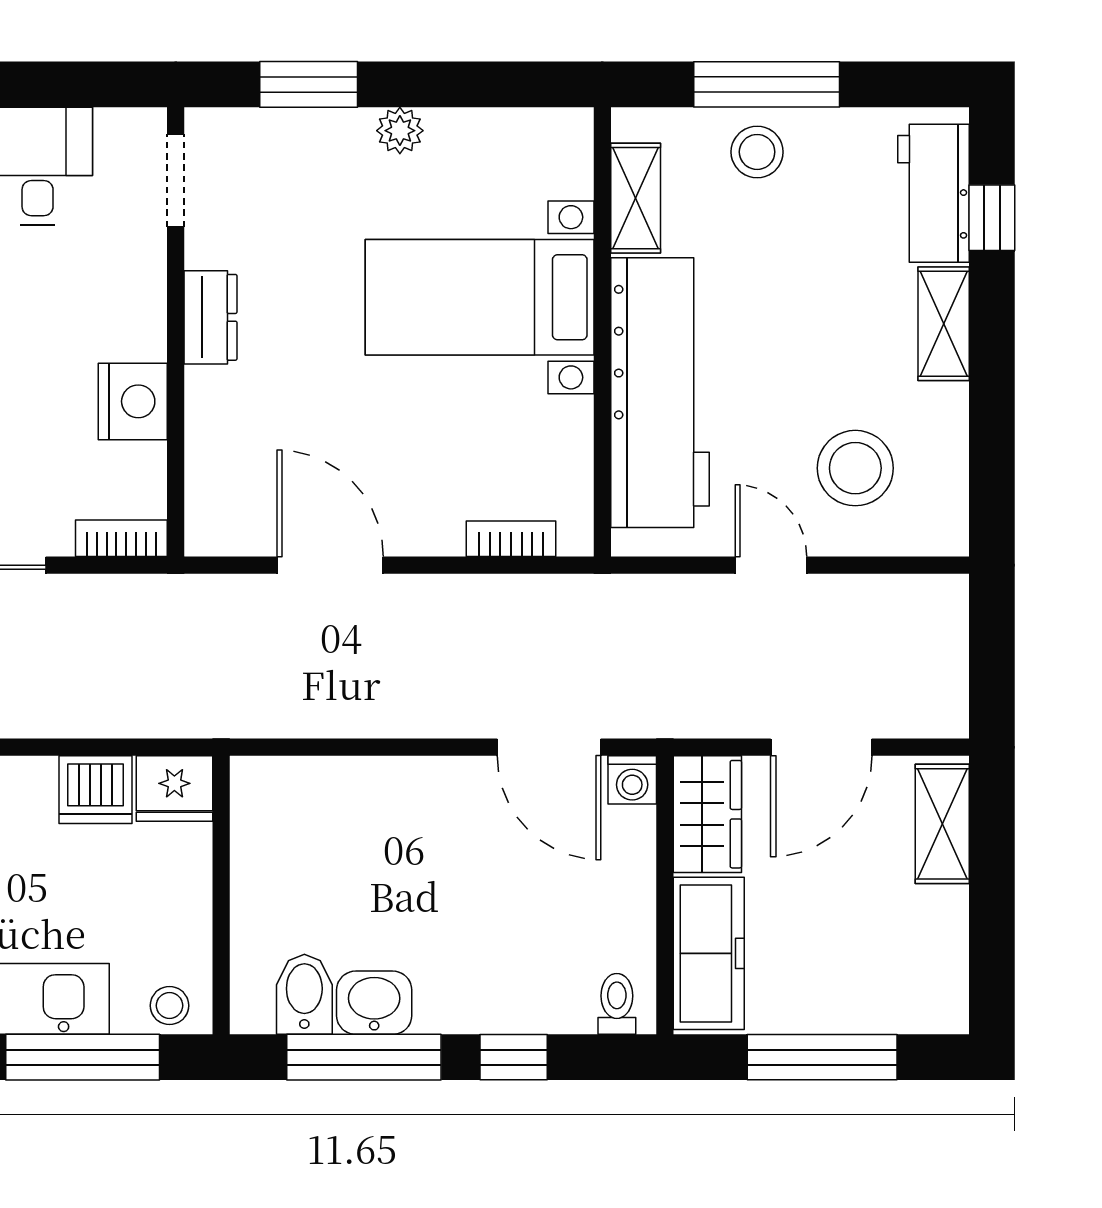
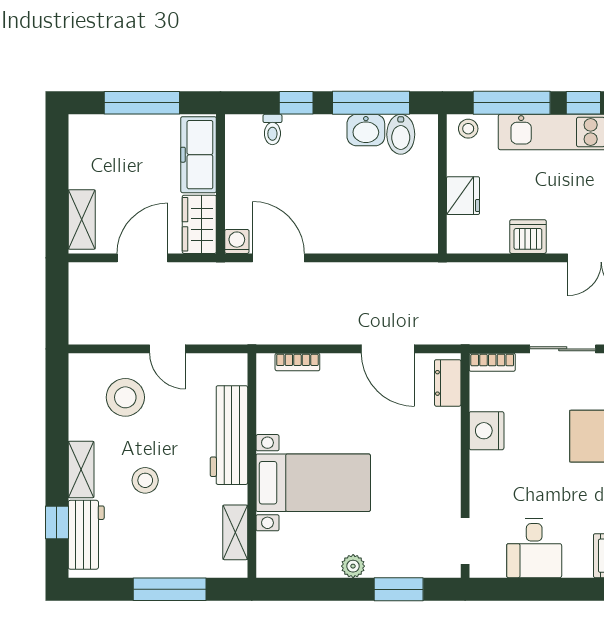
stool: (757, 152) -> (145, 480), moved
dresser: (210, 317) -> (448, 383), moved
workbench: (660, 393) -> (229, 435), width x0.73, depth x0.76
fridge: (174, 789) -> (463, 196), moved, turned 90
dishwasher: (95, 790) -> (528, 237), moved
toilet: (617, 1004) -> (272, 129), moved

